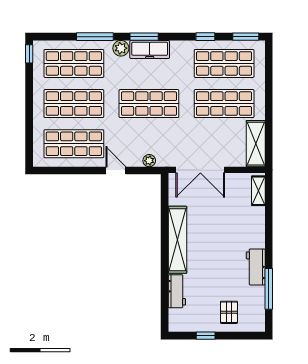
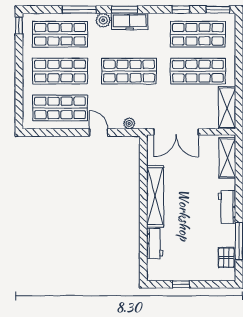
shelving: (258, 191) -> (227, 158), width x1.50, depth x1.33
workbench: (256, 267) -> (227, 207), moved
pallet: (229, 312) -> (226, 258), moved

